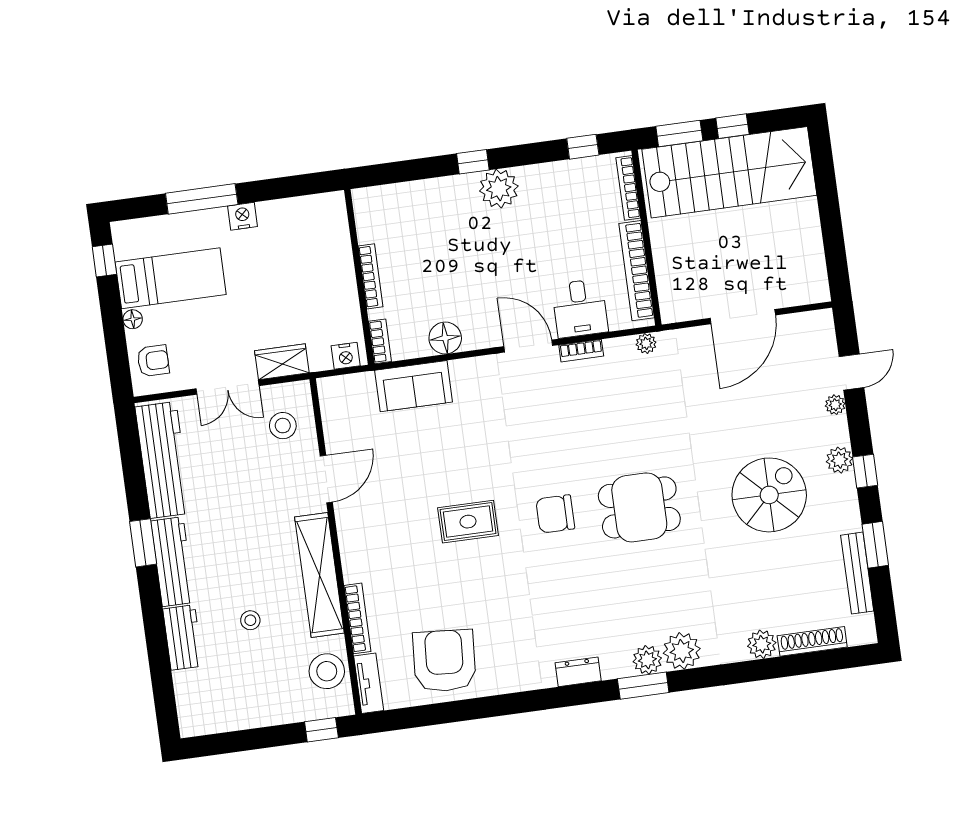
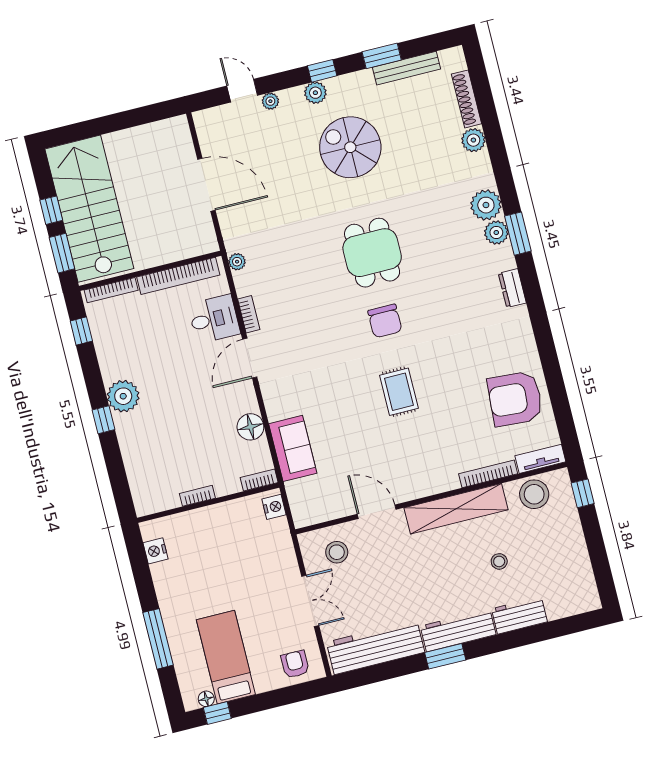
nightstand: (243, 216) -> (156, 551), moved
bookcase: (371, 276) -> (197, 496), width x0.64
floor lamp: (133, 319) -> (206, 699), moved
wardrobe: (282, 362) -> (284, 559), removed

